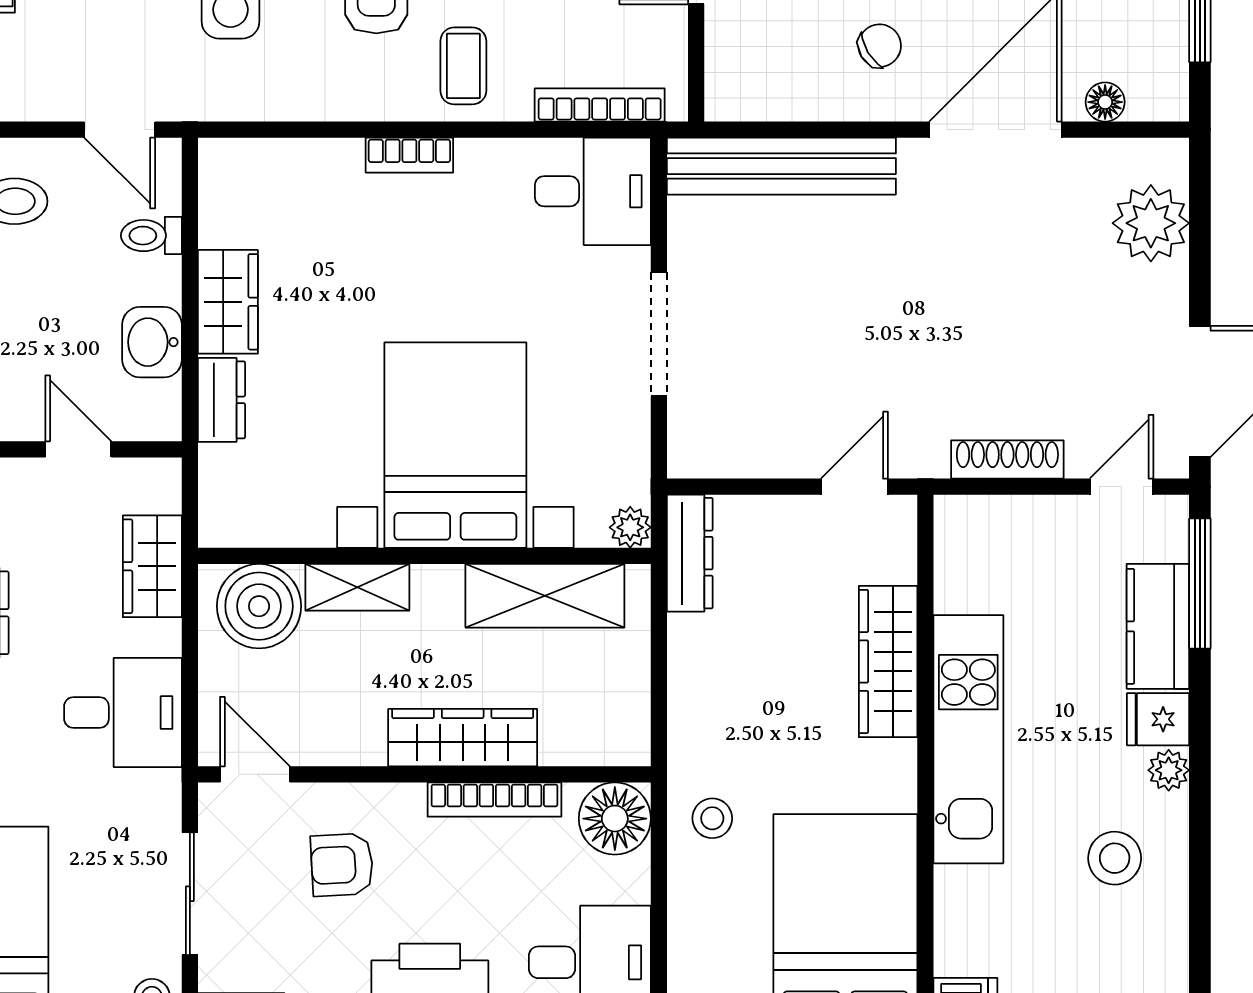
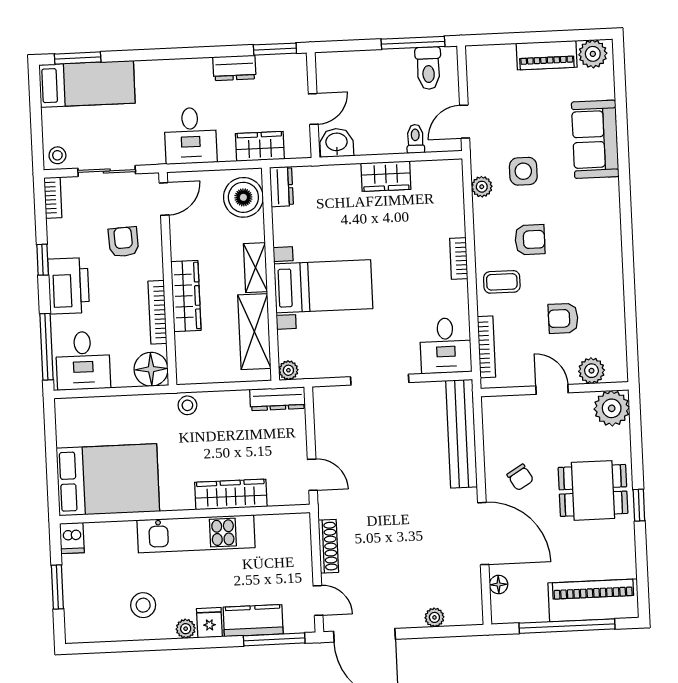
plant: (259, 99) -> (482, 187), added
plant: (1151, 223) -> (434, 617), width x0.53, depth x0.53
washbasin: (152, 342) -> (337, 143), moved
dresser: (221, 400) -> (281, 187), moved, turned -90
bed with nightstands: (455, 445) -> (323, 286), width x0.73
shelving: (357, 587) -> (255, 268), moved
stool: (712, 818) -> (187, 405), moved

